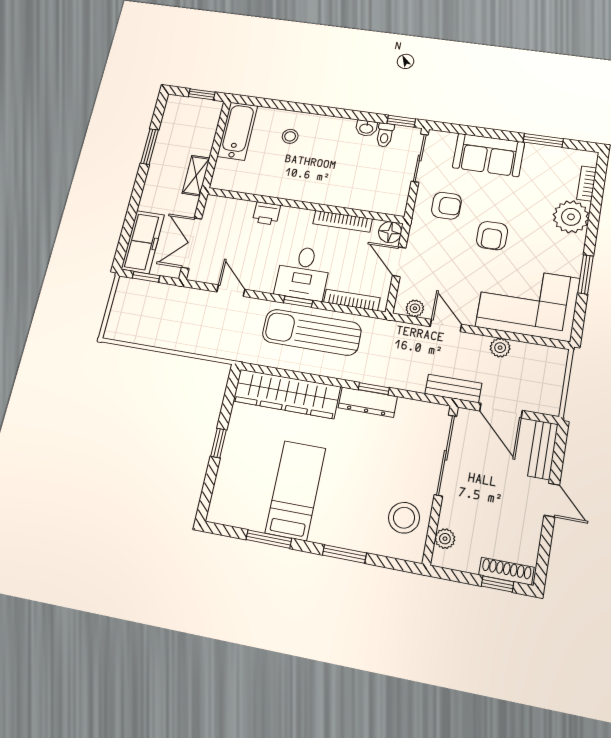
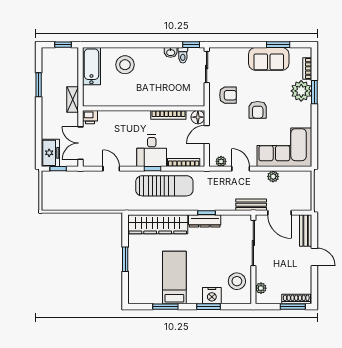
stool: (290, 136) -> (125, 65), width x1.89, depth x1.89
sofa: (488, 155) -> (269, 59), moved
printer: (266, 213) -> (90, 117), moved
freezer: (143, 242) -> (50, 153), width x0.71
door: (399, 262) -> (207, 135), hinge flipped
window: (586, 274) -> (314, 92), moved
sun lounger: (312, 332) -> (164, 186), turned 180
window: (219, 443) -> (125, 259), width x1.50
nightstand: (354, 535) -> (212, 296), added
window: (498, 584) -> (293, 307), width x1.50

